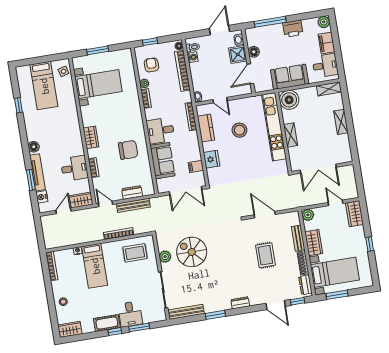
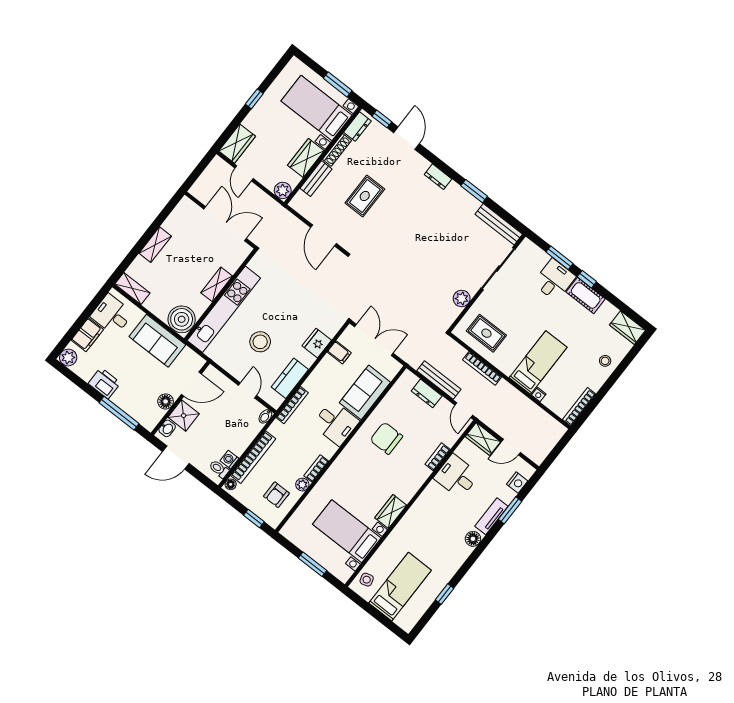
wardrobe: (91, 137) -> (391, 512), moved
tv unit: (37, 172) -> (491, 516), width x0.71
spiral stairs: (192, 252) -> (432, 275), removed

